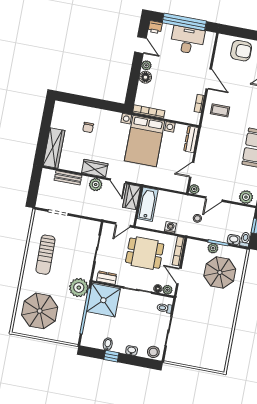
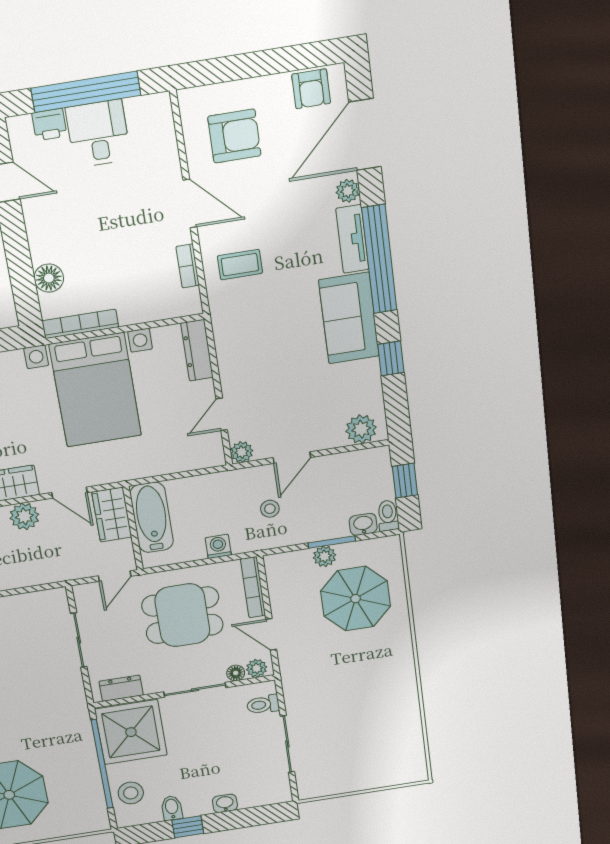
printer: (155, 27) -> (49, 124), moved
desk: (187, 40) -> (98, 134), width x0.73
armchair: (241, 51) -> (234, 136), moved
plant: (146, 65) -> (36, 224), removed
floor lamp: (145, 77) -> (49, 278), moved
plant: (79, 288) -> (71, 726), removed
stool: (153, 352) -> (131, 793), moved

